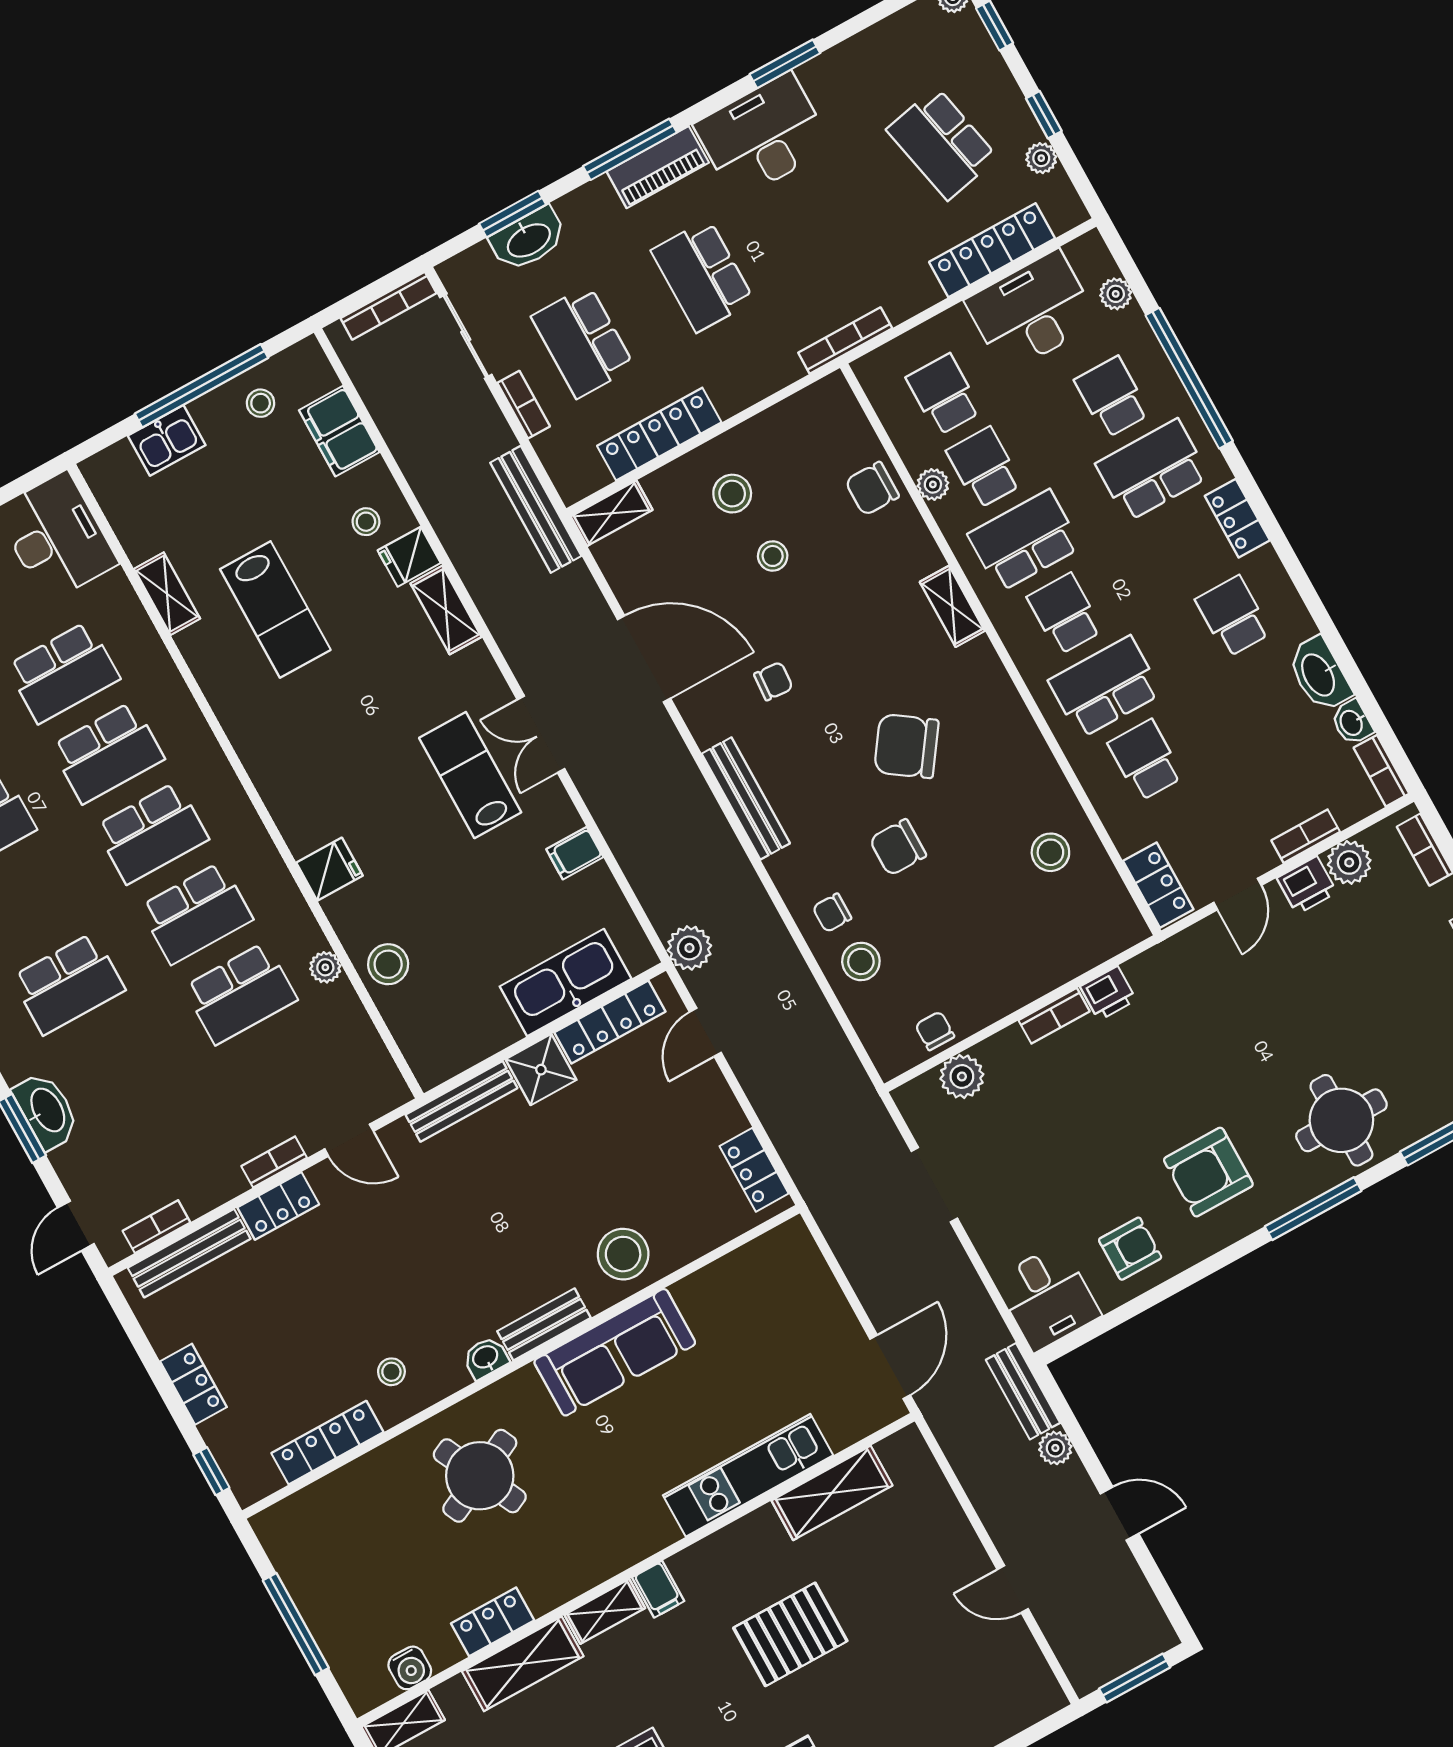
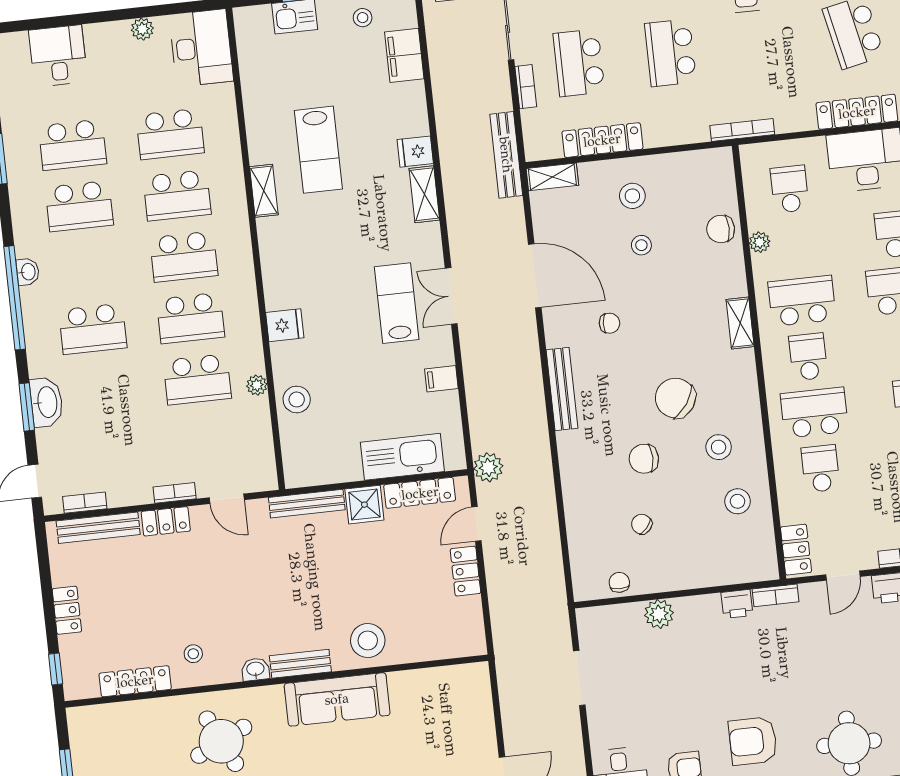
school desk: (984, 468) -> (796, 245), removed
stool: (366, 522) -> (397, 119), removed
shelving: (167, 594) -> (264, 191), moved
chair: (832, 913) -> (642, 524), moved, turned 42
stool: (861, 961) -> (719, 447), moved
bookcase: (1054, 1016) -> (775, 595), moved
plant: (962, 1076) -> (659, 614), moved
locker: (754, 1170) -> (465, 571), moved

